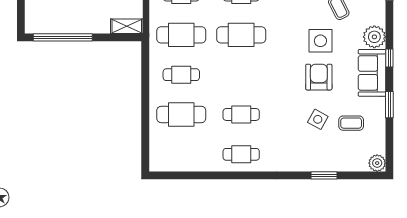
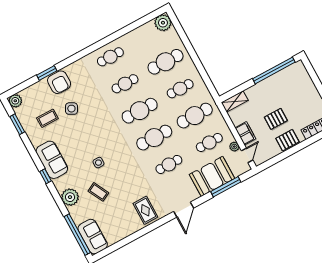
plant: (374, 37) -> (70, 197), moved
side table: (320, 41) -> (98, 163), width x0.54, depth x0.54
cafe table: (241, 75) -> (140, 111), added
armchair: (319, 77) -> (59, 82), moved
window: (389, 105) -> (17, 124), moved
plant: (160, 161) -> (163, 23), added

